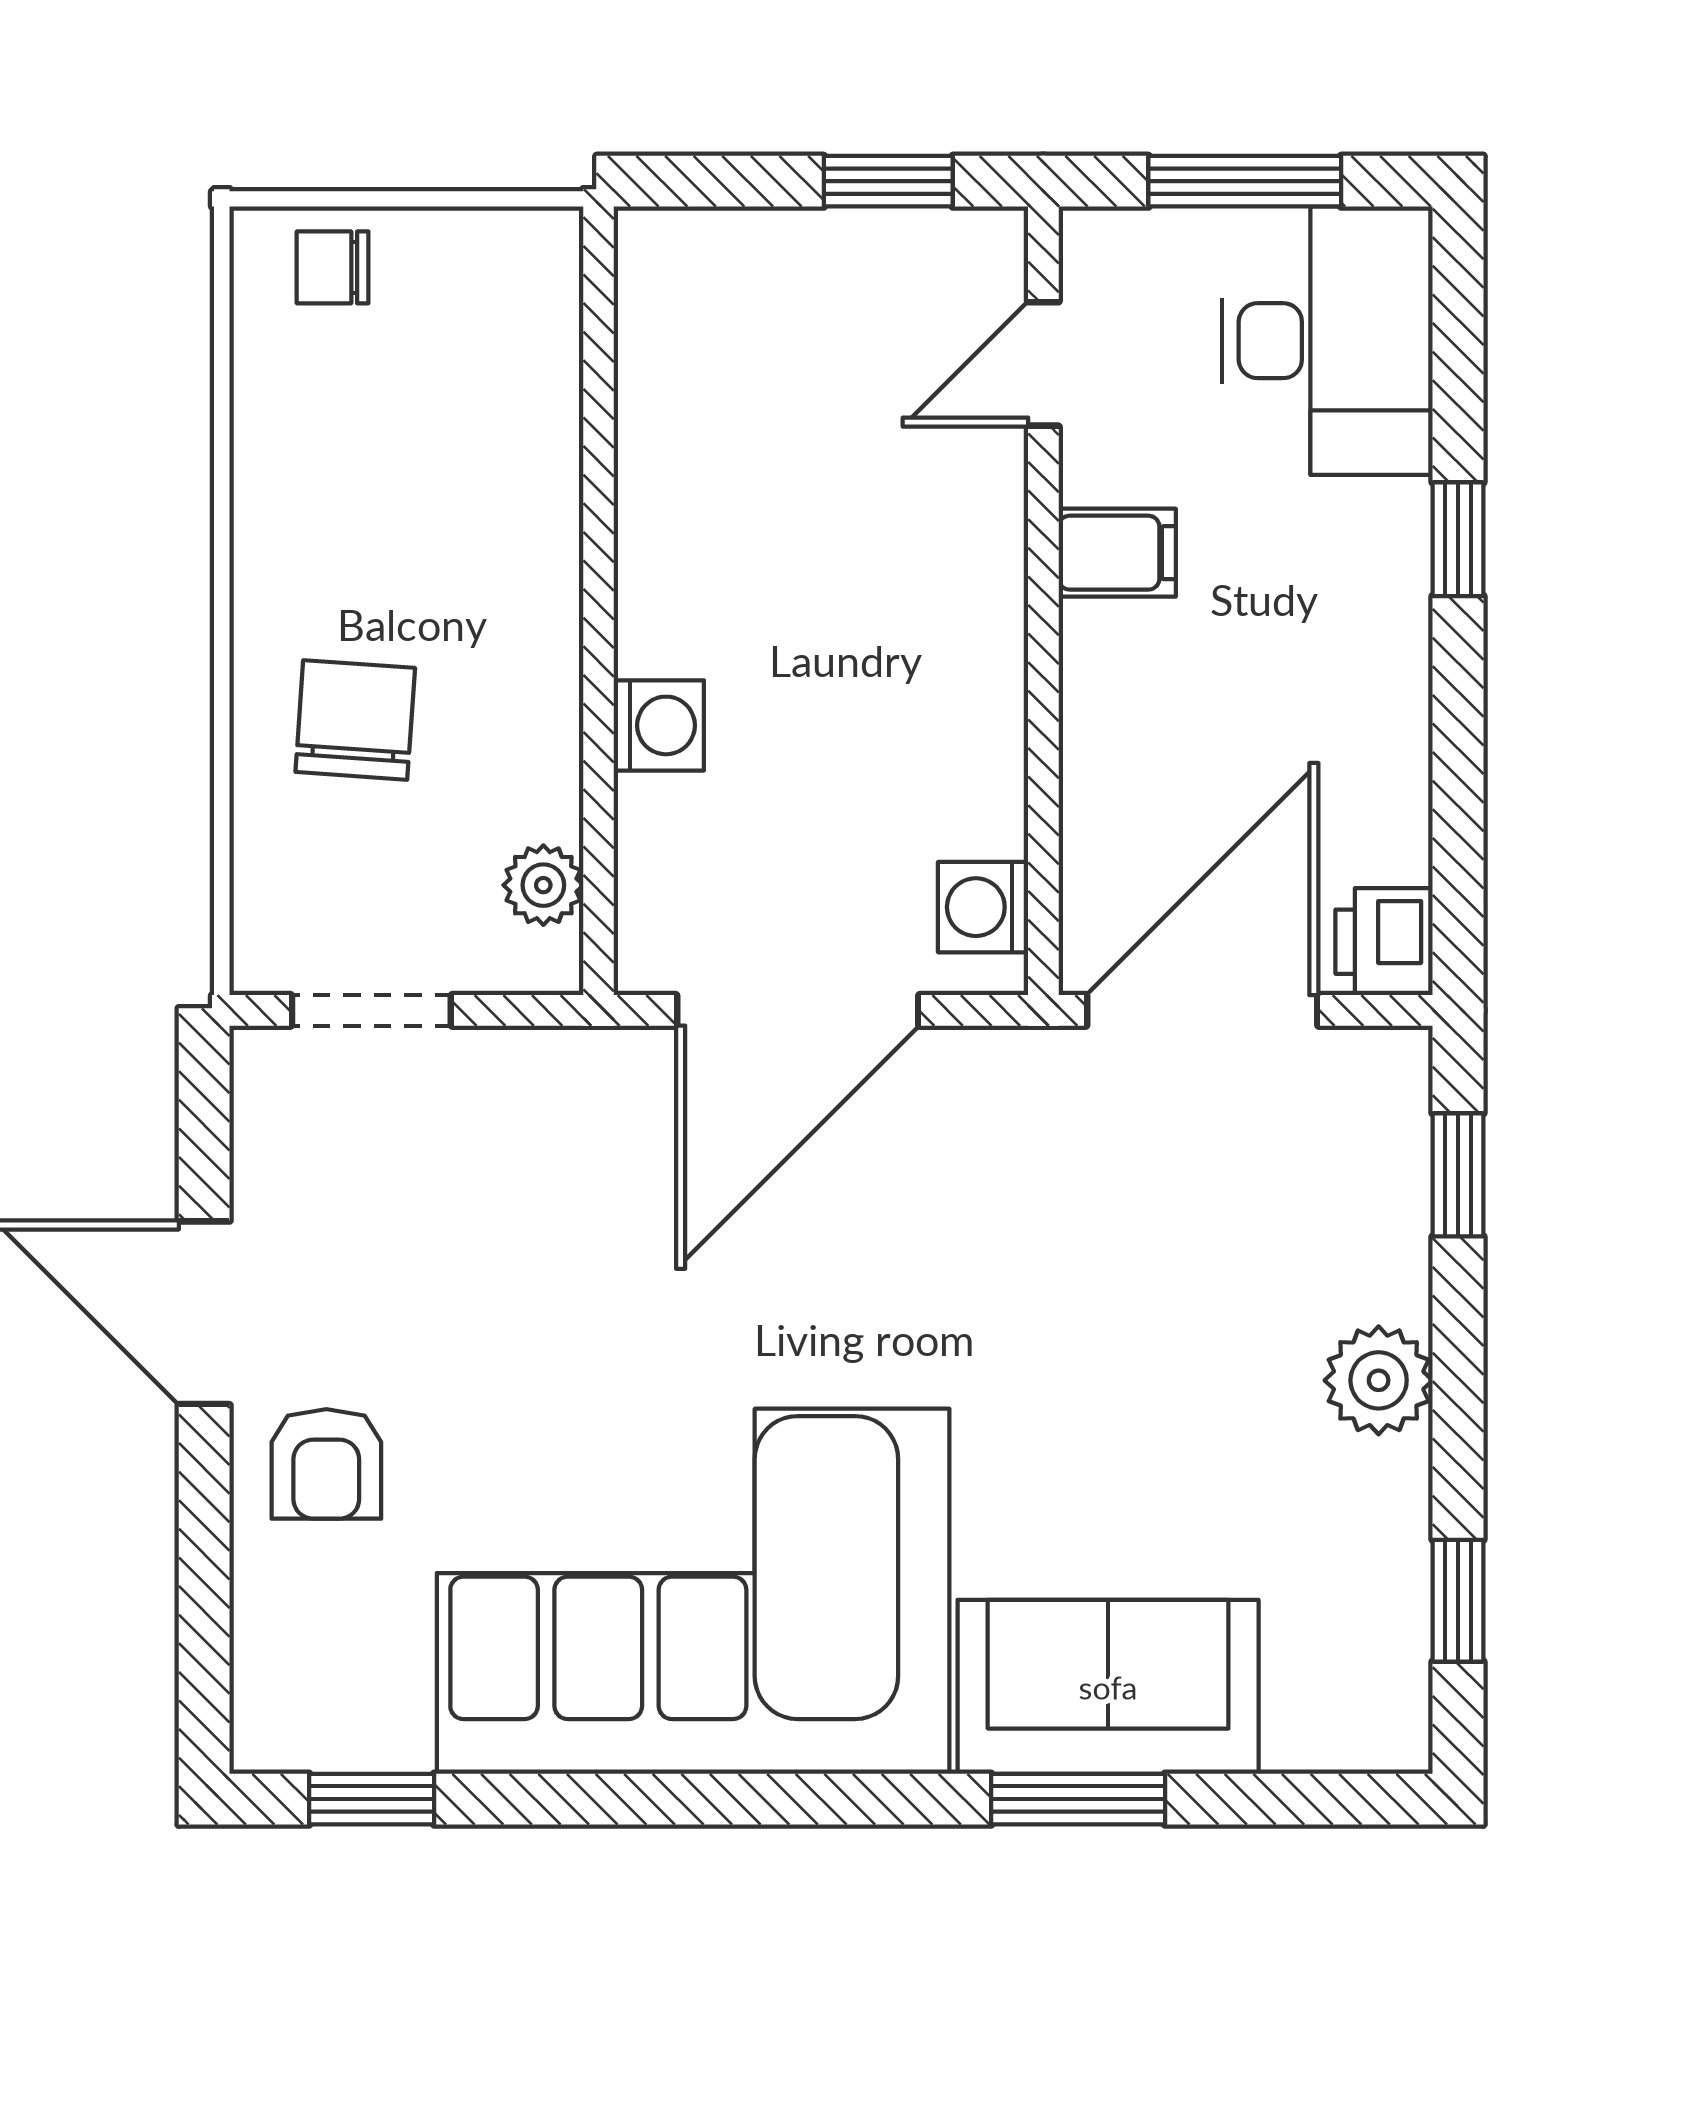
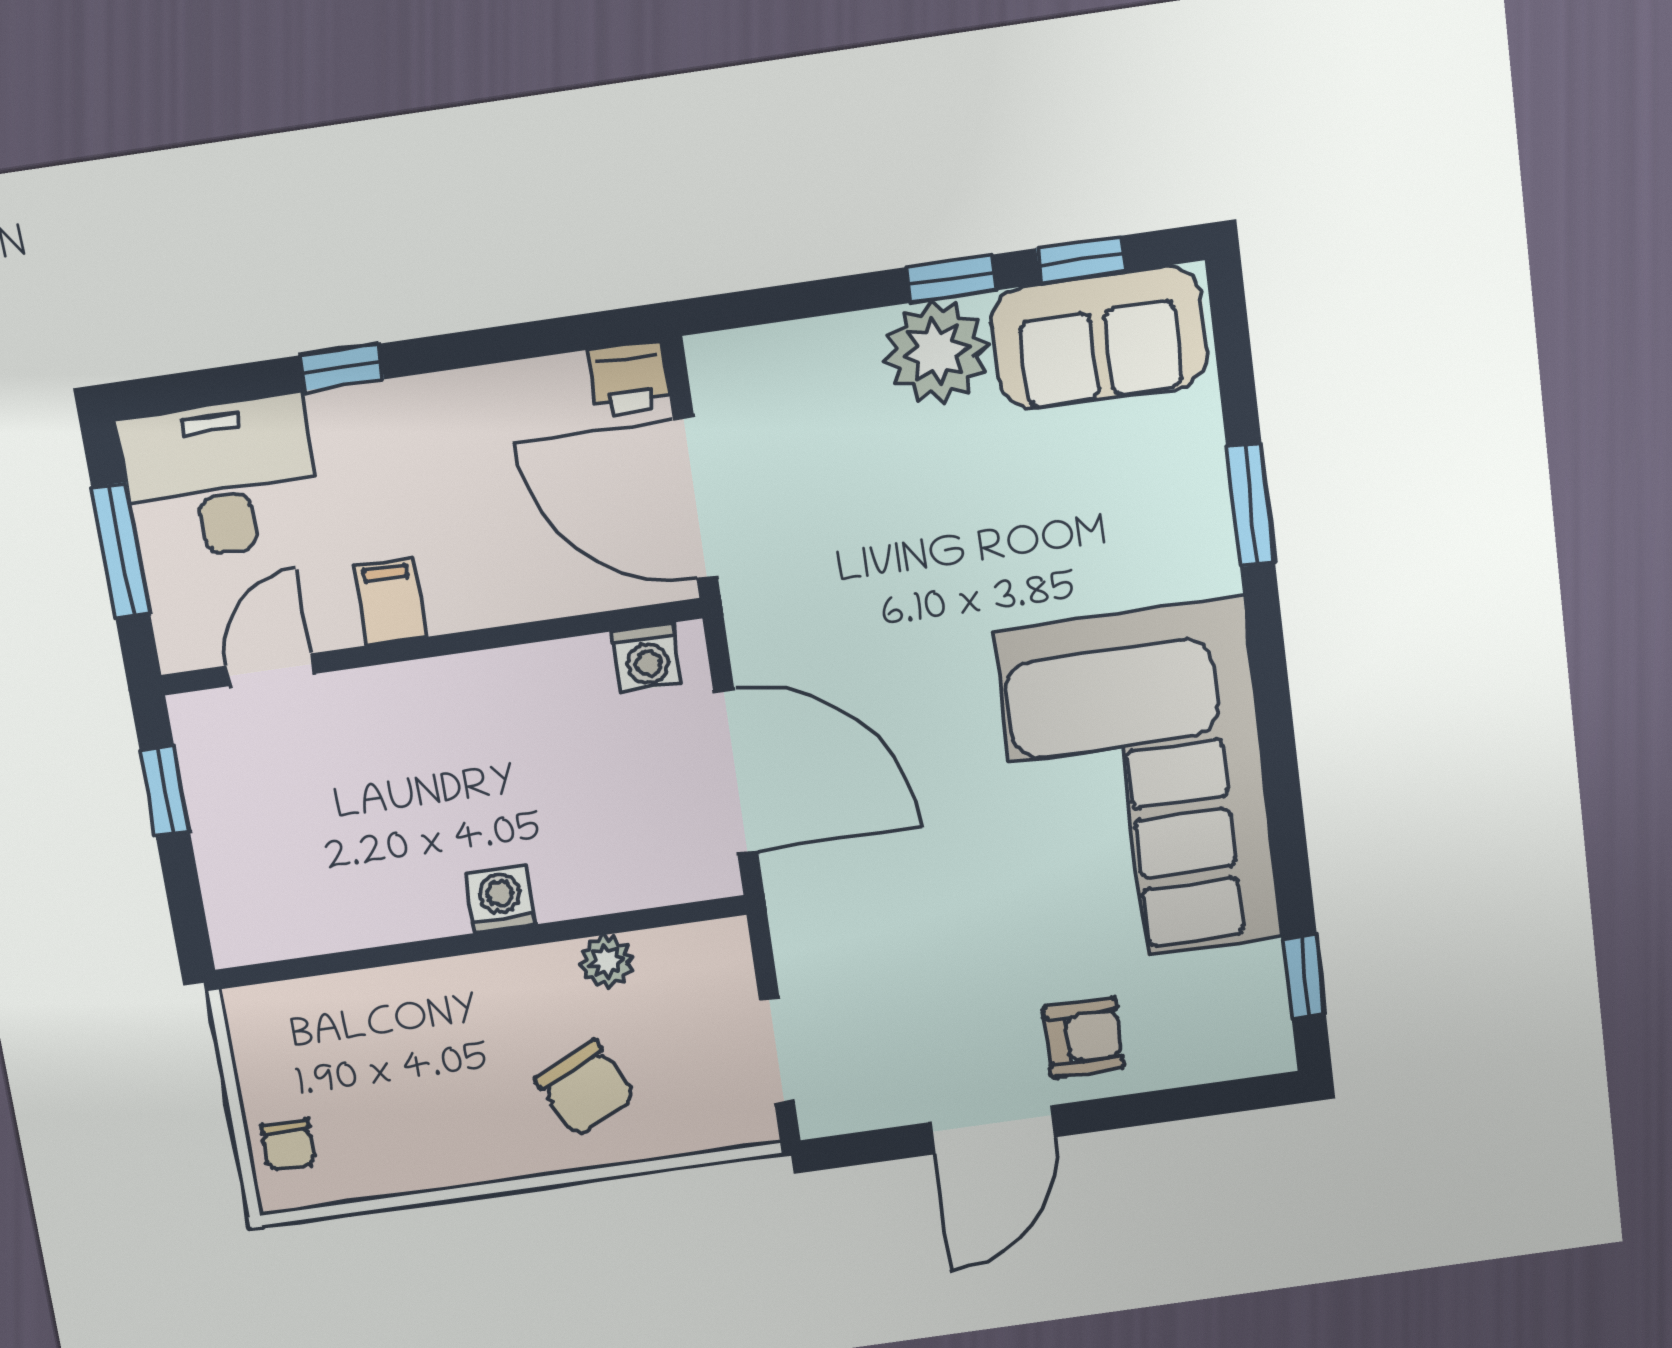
door: (1043, 364) -> (270, 670), swing flipped
chair: (355, 720) -> (585, 1088), turned -120
washing machine: (659, 725) -> (501, 899), moved
plant: (543, 885) -> (606, 961), moved
window: (1458, 1175) -> (951, 279), moved
plant: (1379, 1380) -> (936, 352), width x1.36, depth x1.36
sofa: (1108, 1687) -> (1099, 338), moved, turned -90

